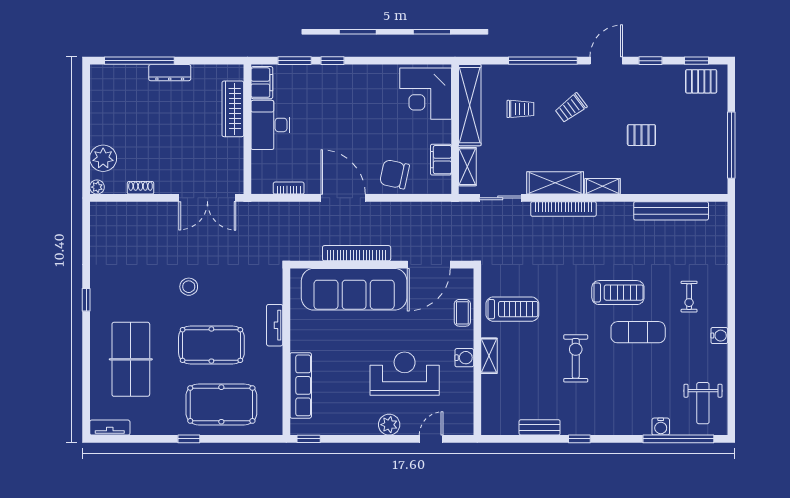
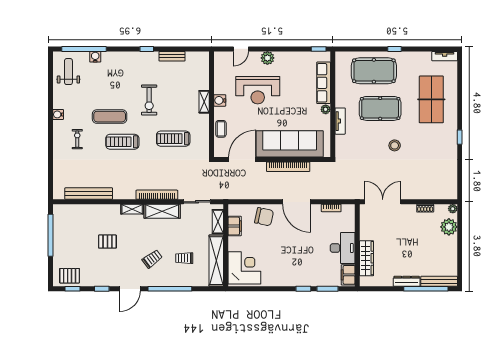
bench: (119, 72) -> (439, 281), added
treadmill: (512, 309) -> (173, 139), moved
plant: (298, 344) -> (326, 109), added

